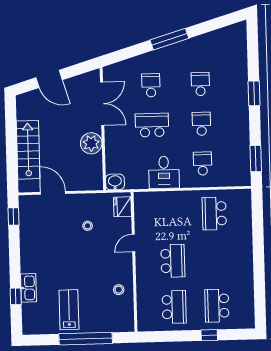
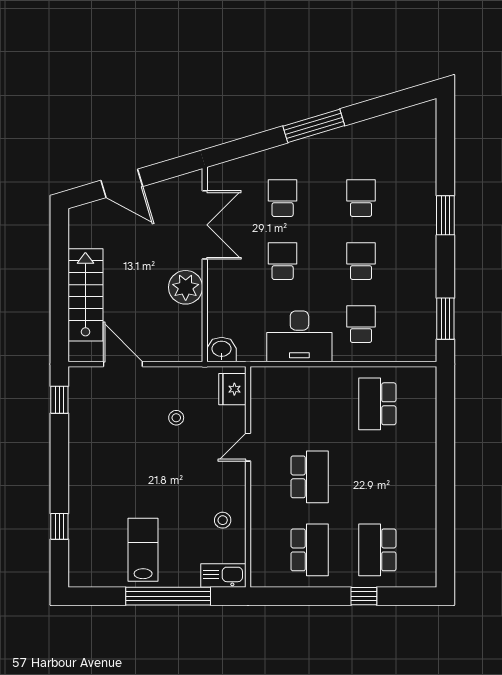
school desk: (152, 125) -> (283, 261), width x0.54
desk: (164, 172) -> (299, 336), width x1.37
kitchen sink: (28, 288) -> (223, 576), moved, turned -90

